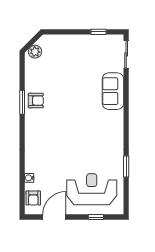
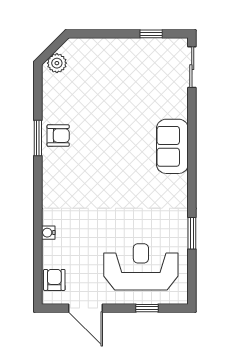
sofa: (113, 91) -> (172, 146), moved
water cooler: (29, 178) -> (48, 233), moved
armchair: (33, 198) -> (54, 280), turned 180
door: (54, 217) -> (85, 308), swing flipped

